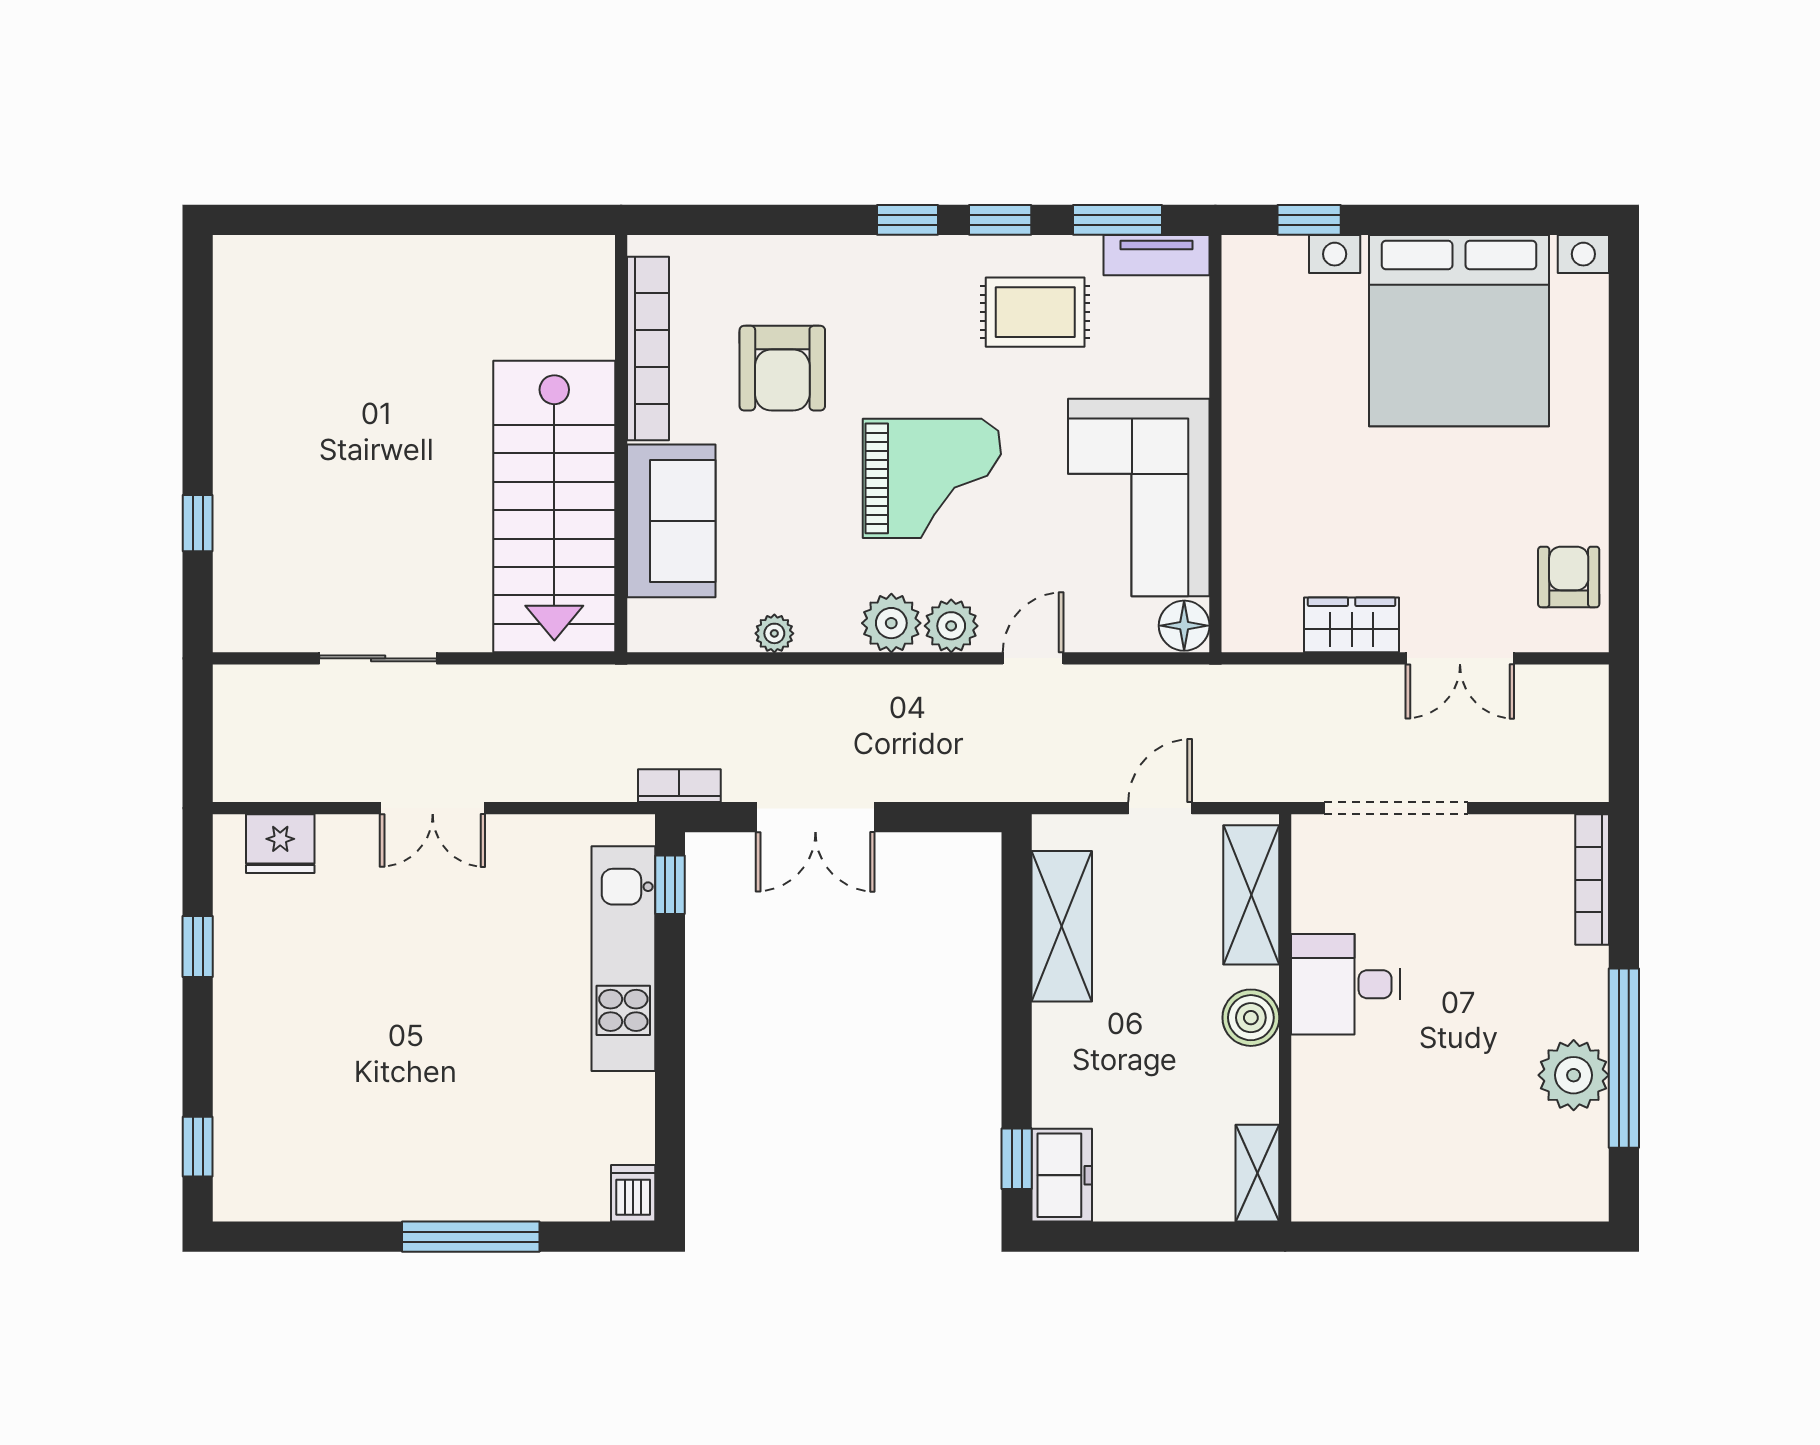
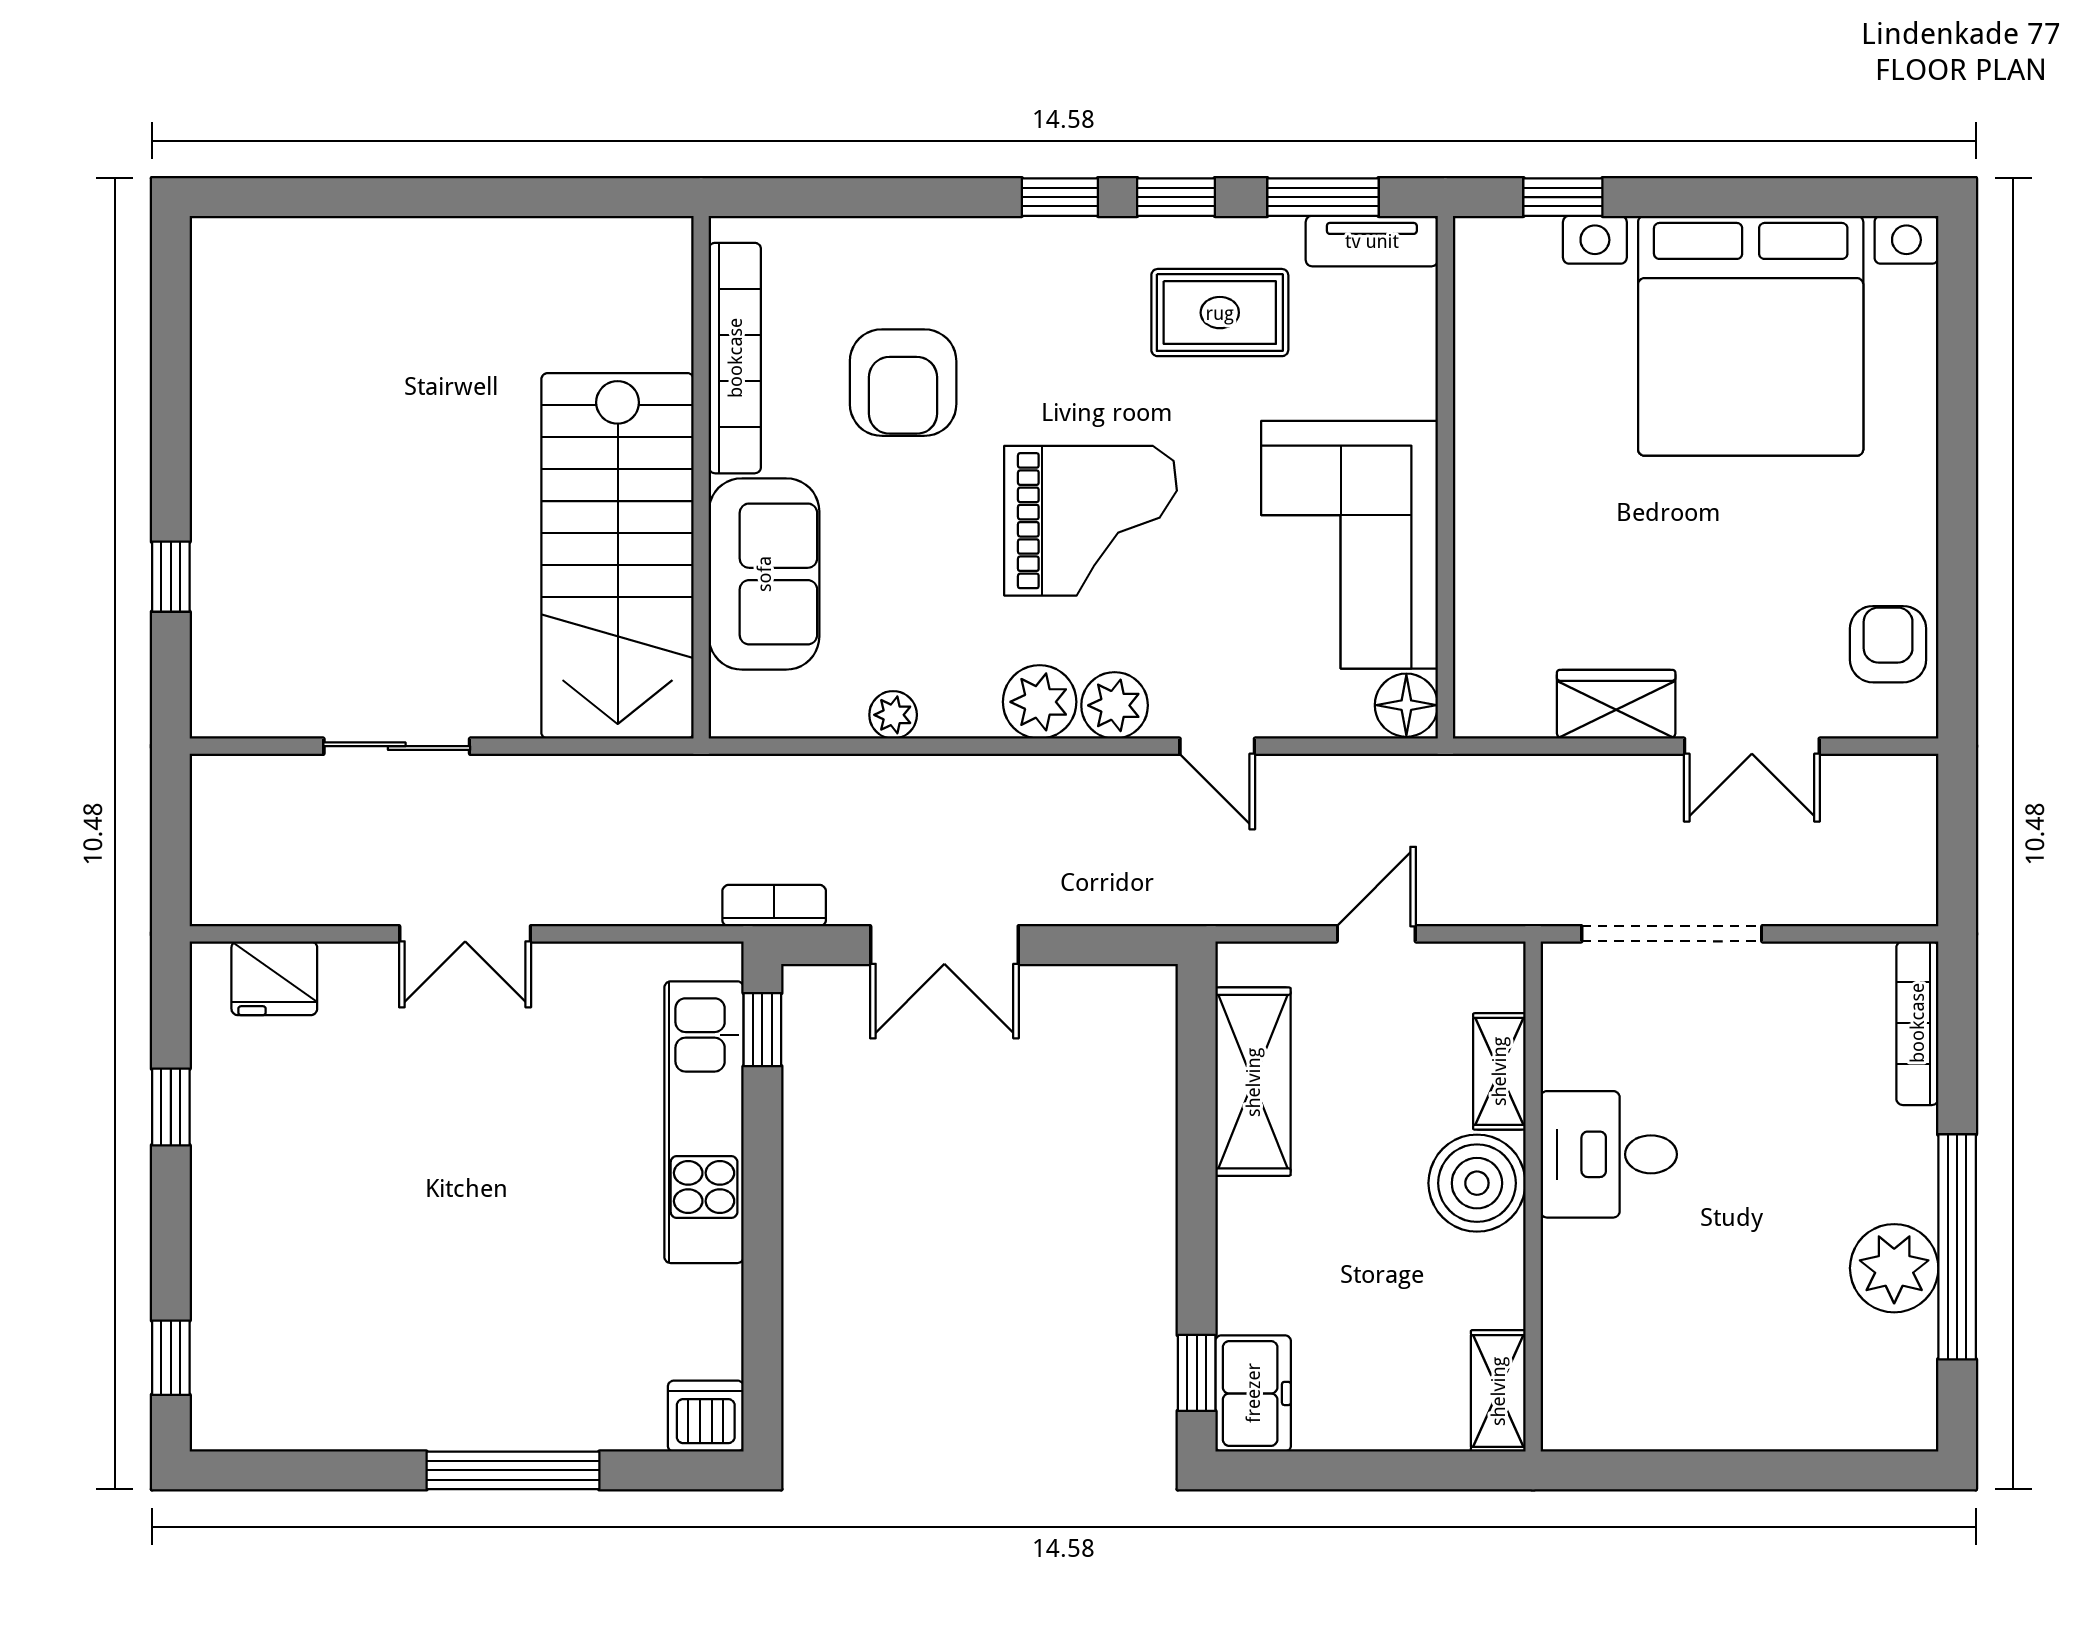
door: (1033, 658) -> (1217, 746), swing flipped
shelving: (1251, 895) -> (1499, 1071), width x0.67, depth x0.75
boiler: (1251, 1018) -> (1477, 1183), width x1.37, depth x1.37
dishwasher: (633, 1193) -> (706, 1416), width x1.38

